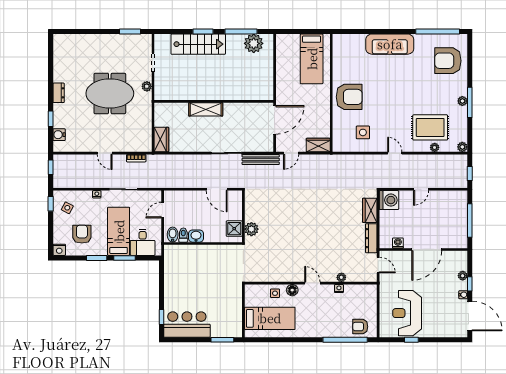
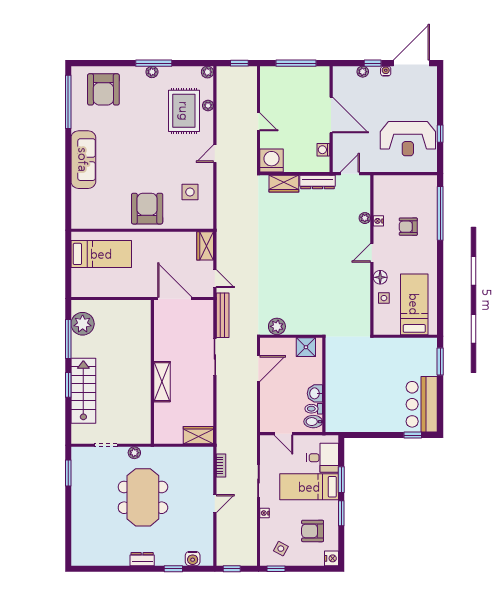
plant: (251, 229) -> (277, 326), moved
armchair: (360, 327) -> (408, 227), moved, turned 90

